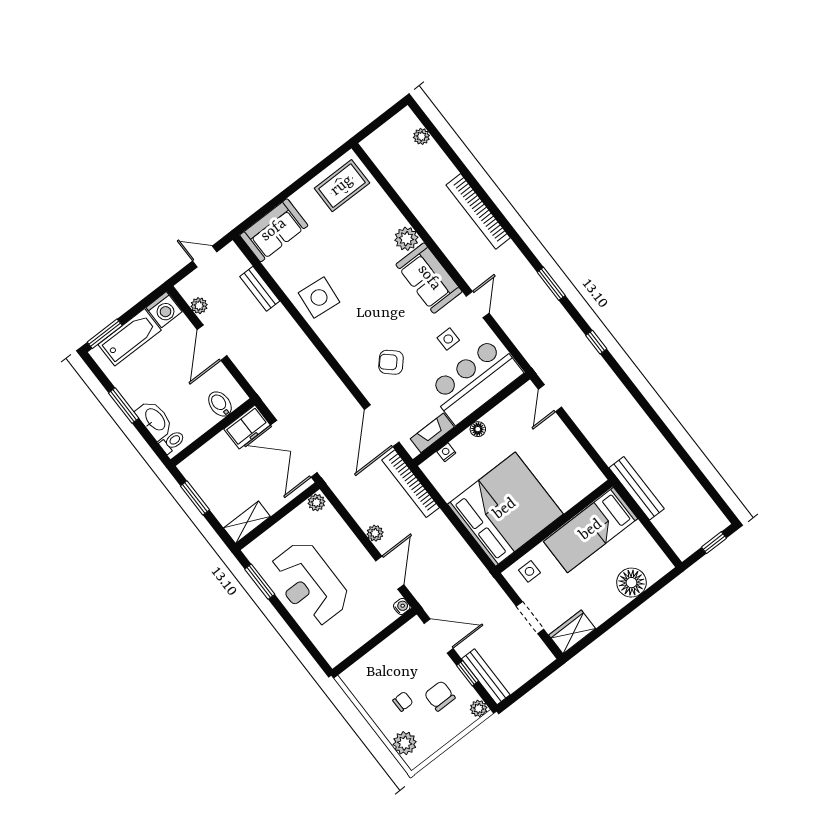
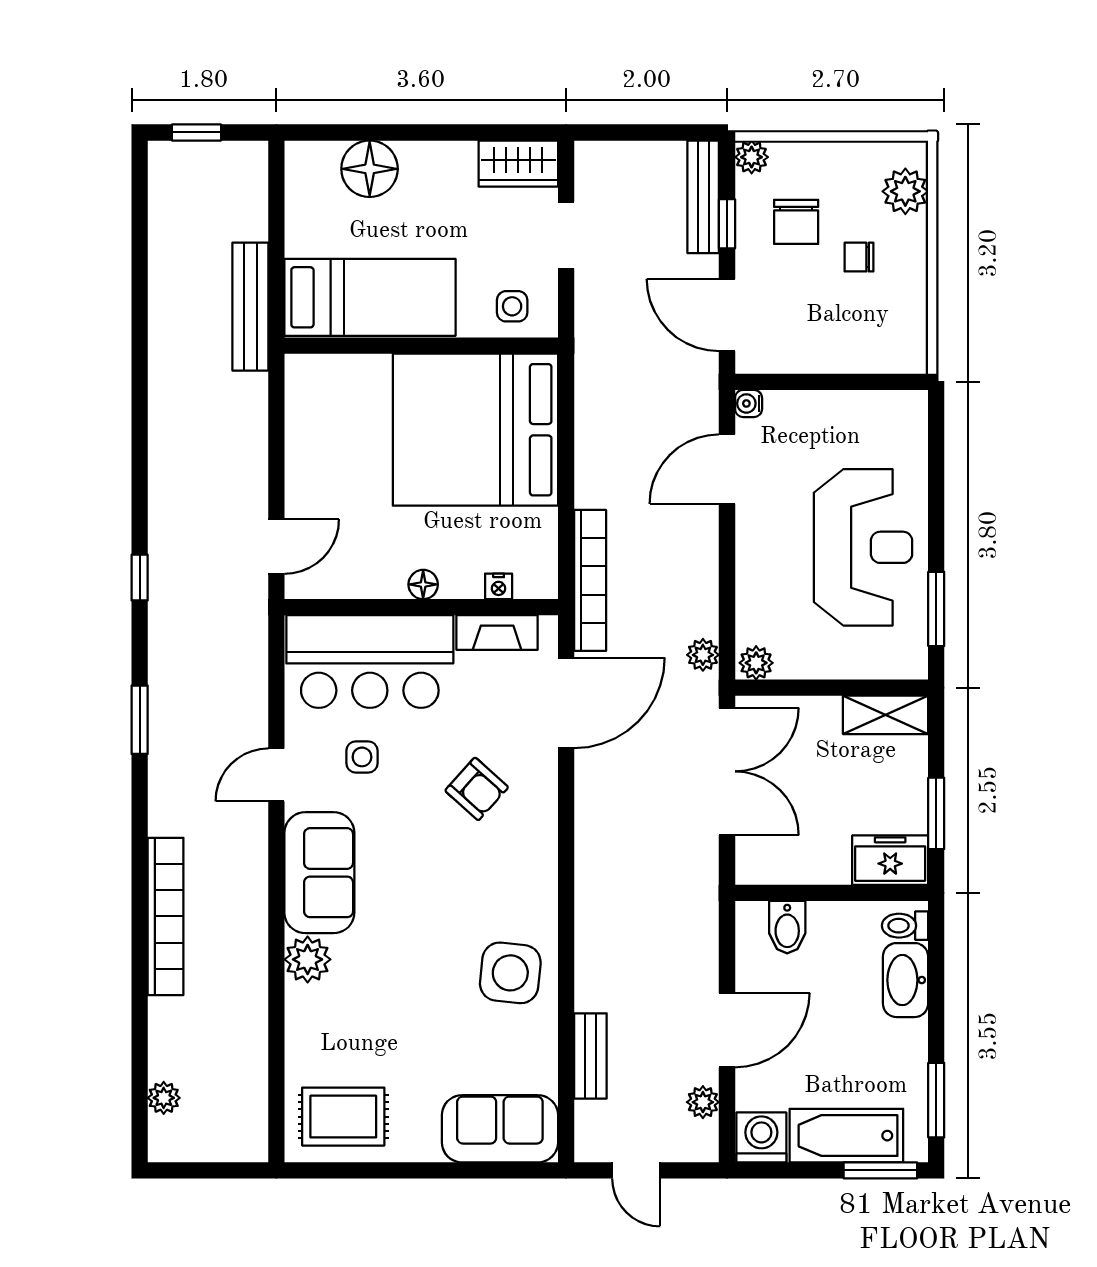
window: (124, 406) -> (936, 1100), moved
freezer: (247, 427) -> (890, 860), moved
plant: (375, 533) -> (703, 655), moved

